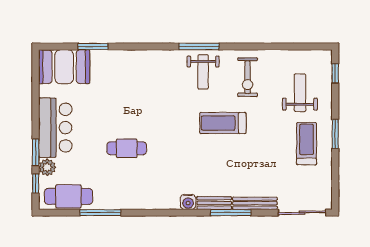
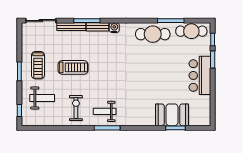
booth: (64, 67) -> (172, 115), moved
weight bench: (203, 72) -> (105, 111), turned -90
weight bench: (300, 93) -> (42, 98), turned -90
treadmill: (223, 123) -> (73, 67), moved
cafe table: (127, 148) -> (153, 34), moved, width x1.37, depth x1.35
plant: (47, 167) -> (205, 50), removed

